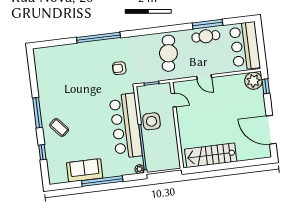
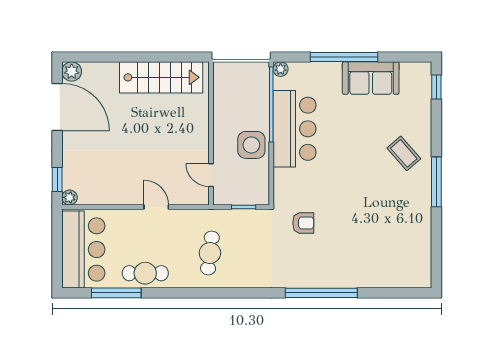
window: (207, 24) -> (116, 293), moved
cafe table: (168, 53) -> (210, 253), width x0.73, depth x0.74
armchair: (119, 68) -> (303, 223), moved
plant: (253, 81) -> (70, 197), width x0.53, depth x0.53
bar counter: (126, 126) -> (295, 129), width x0.73
window: (42, 152) -> (436, 87), moved
plant: (265, 152) -> (72, 71), added

